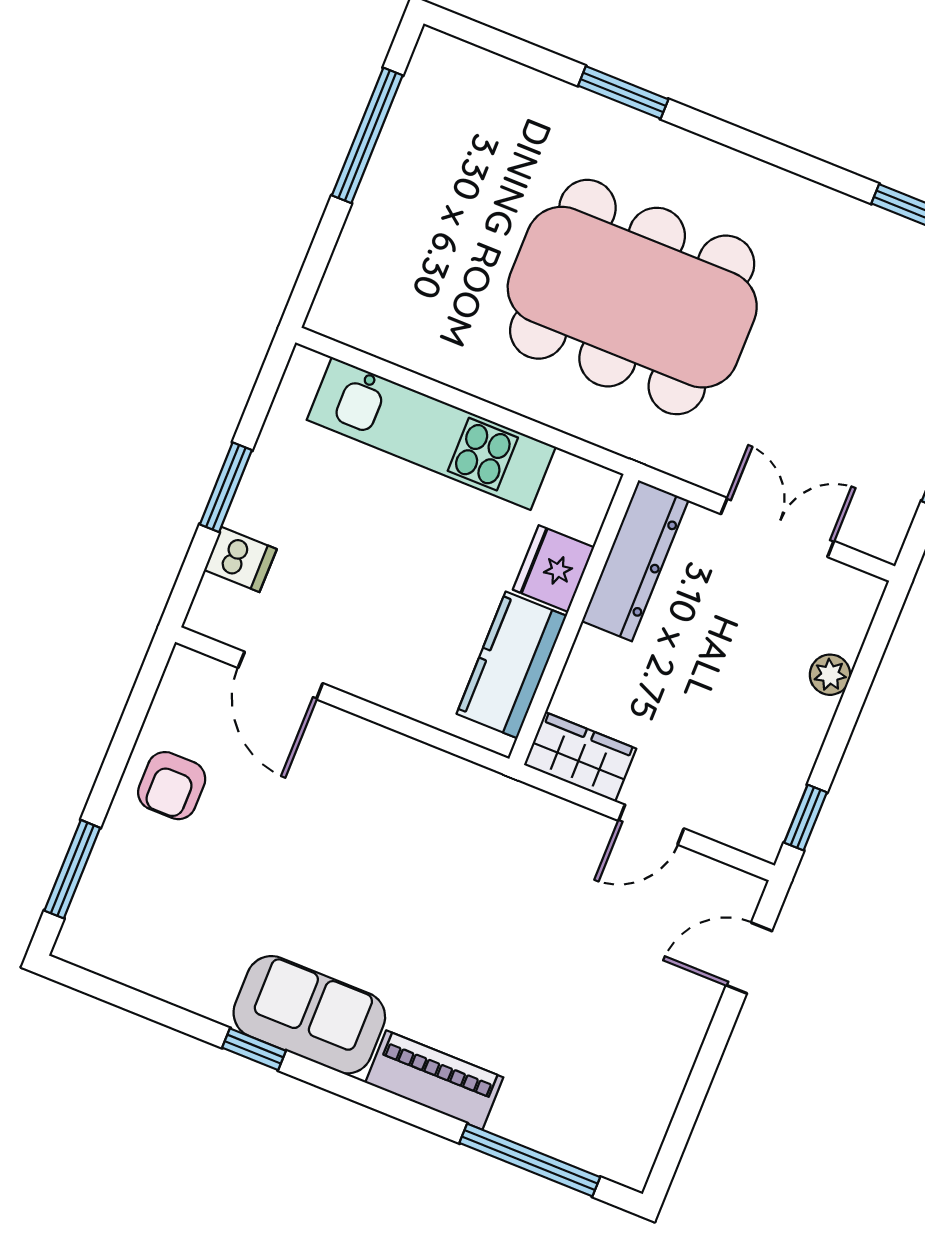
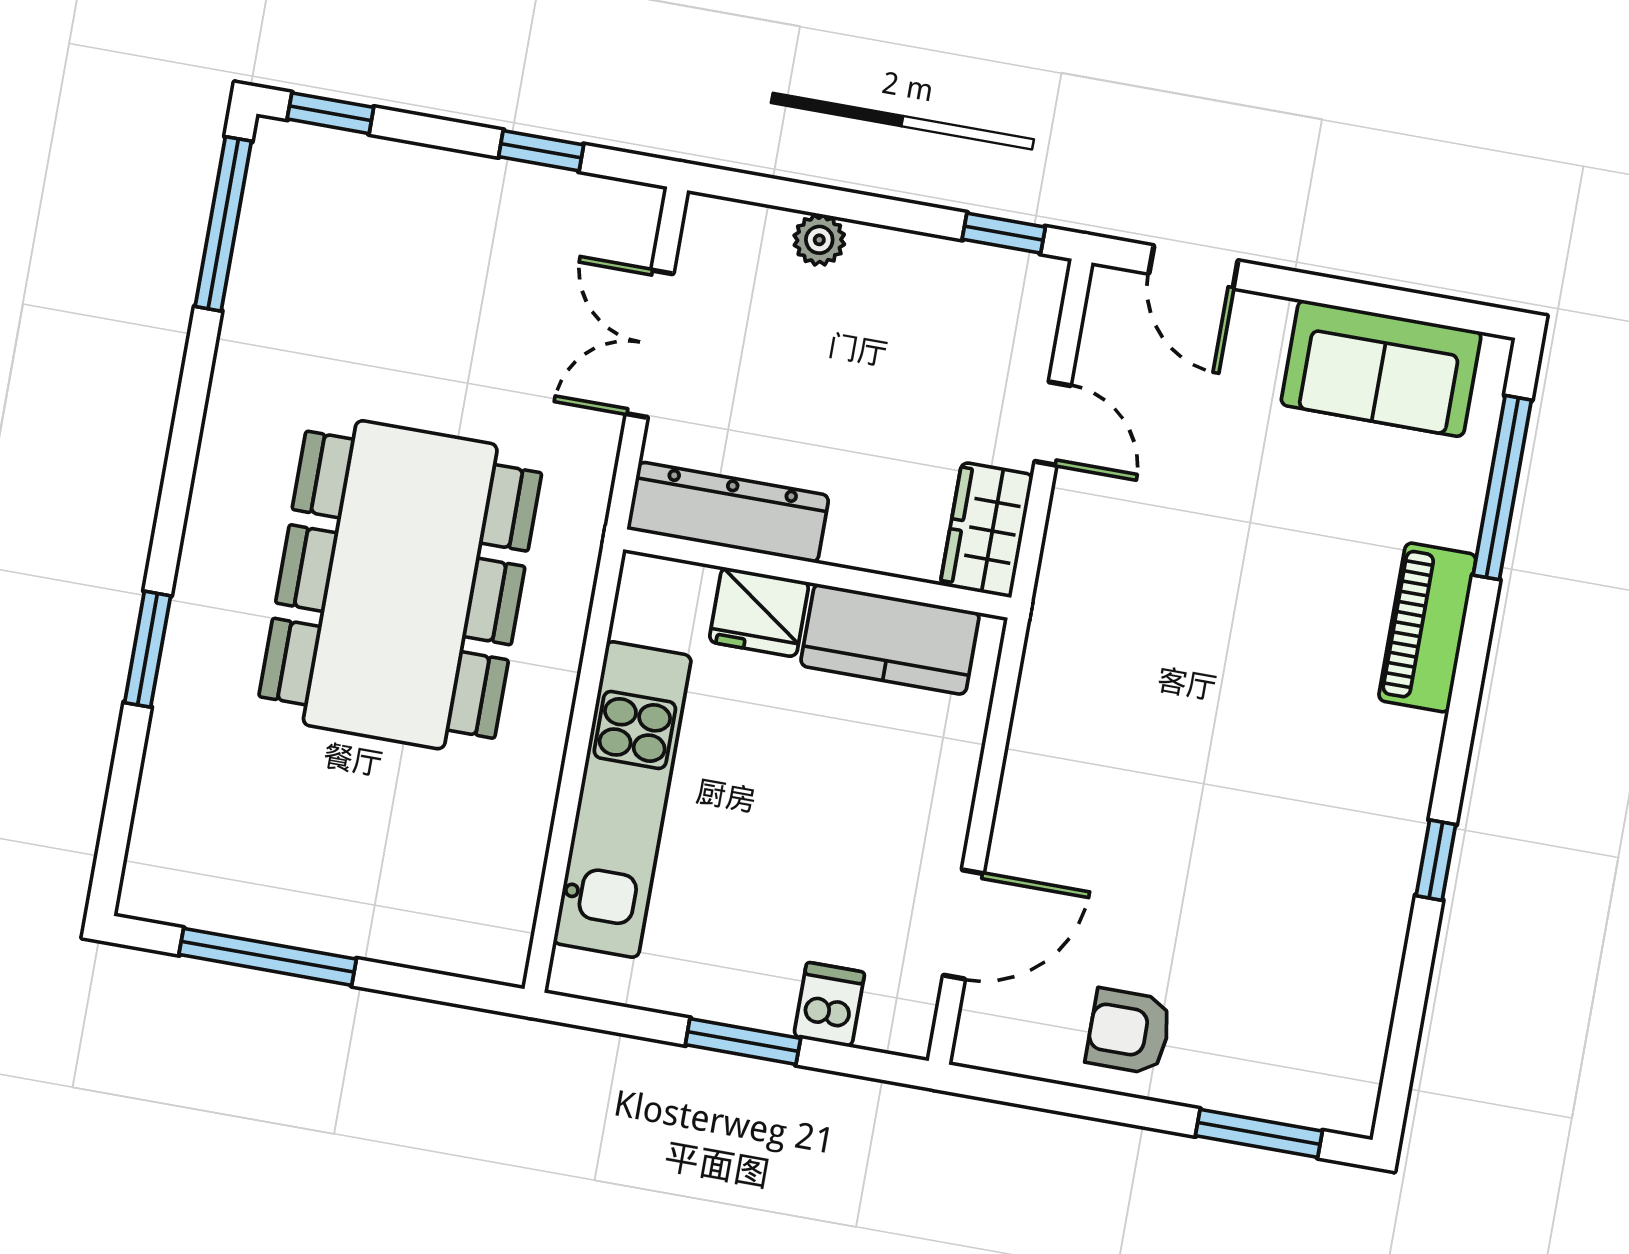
armchair: (172, 786) -> (1129, 1031), turned 180
sofa: (309, 1015) -> (1381, 368), moved, turned -90

